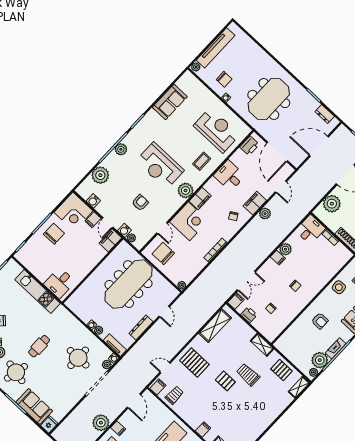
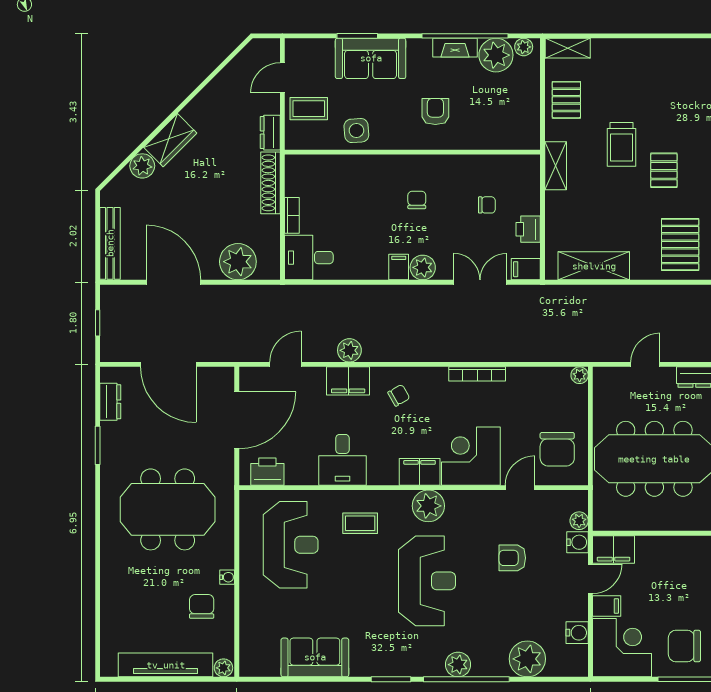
reception desk: (217, 130) -> (291, 545), turned 180
plant: (285, 249) -> (423, 267), moved

